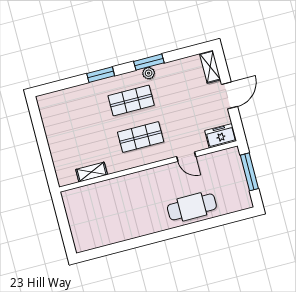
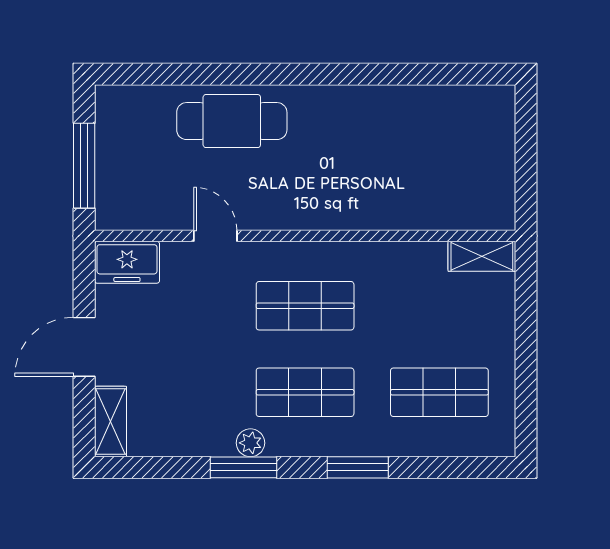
shop shelf: (74, 115) -> (439, 392), added
shelving: (92, 172) -> (482, 256), moved

